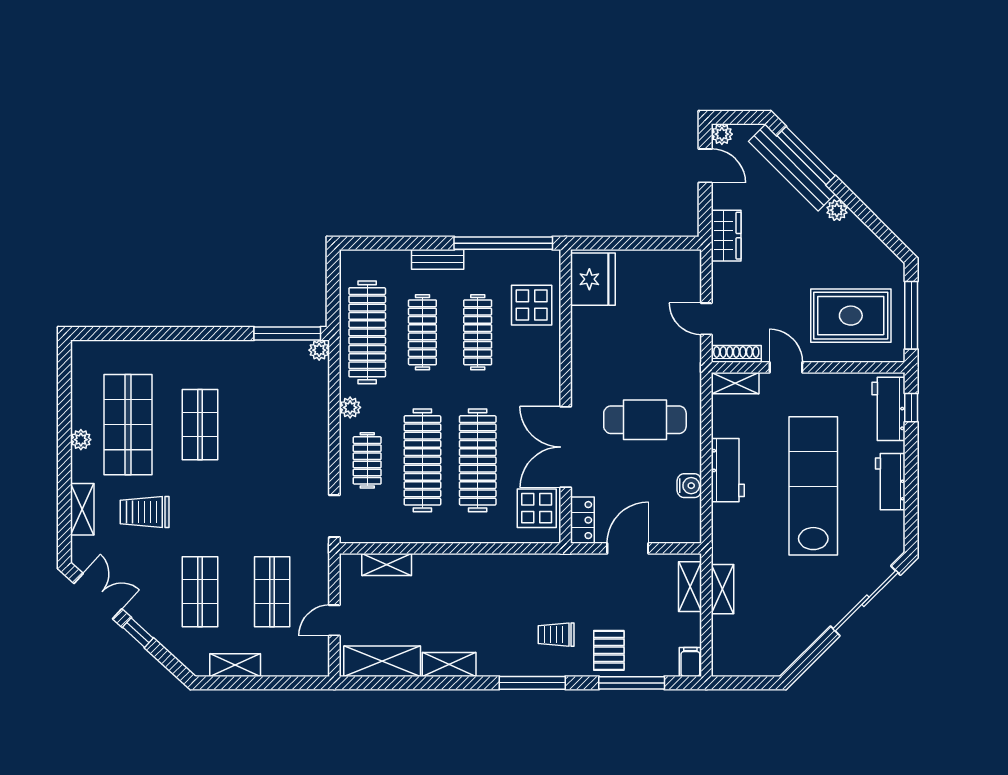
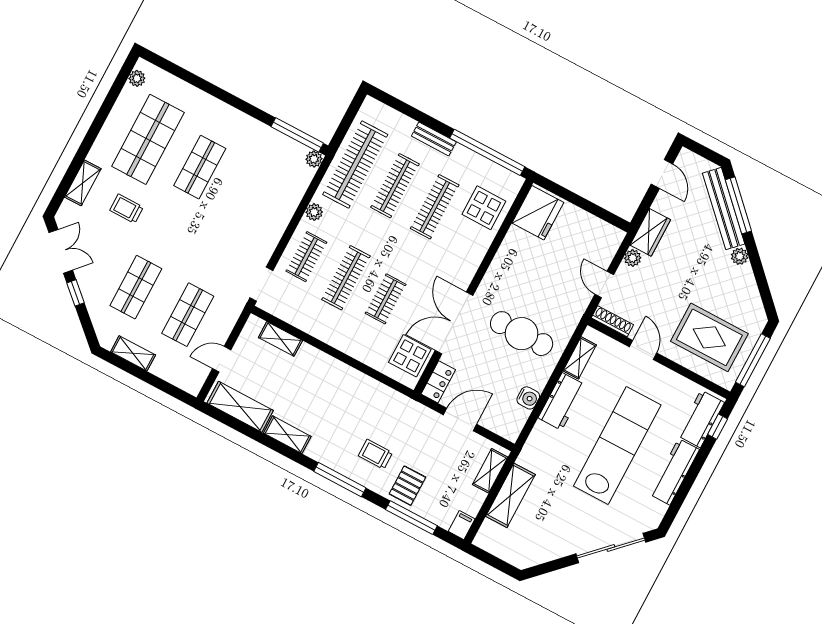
plant: (722, 134) -> (633, 258), moved
shelving: (735, 383) -> (580, 358), moved, turned 90
plant: (81, 440) -> (137, 78), moved
clothes rail: (422, 460) -> (346, 278), width x0.73, depth x0.76
clothes rail: (478, 460) -> (386, 299), width x0.54, depth x0.76
workbench: (890, 482) -> (674, 472), width x1.37
trolley: (145, 512) -> (127, 209), width x0.73, depth x0.72
shelving: (722, 589) -> (510, 495), width x1.50, depth x1.33

